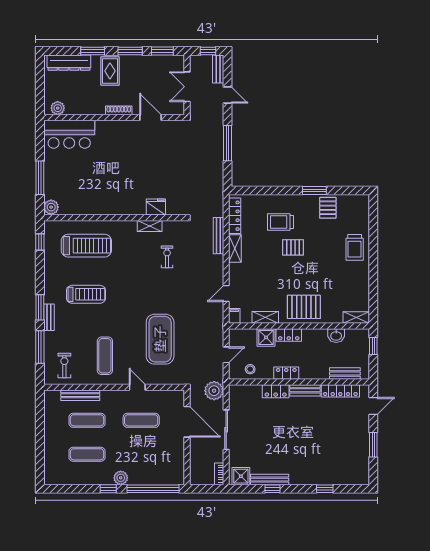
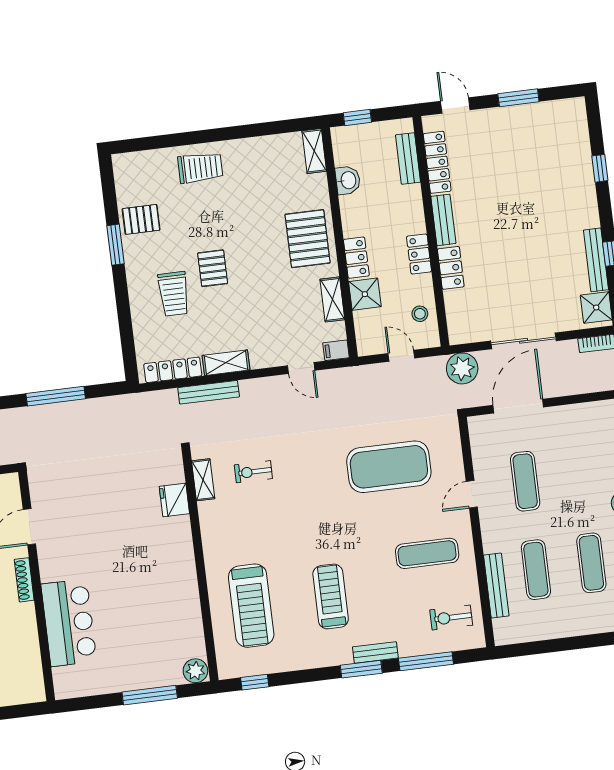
plant: (58, 108) -> (33, 680), removed
bar counter: (69, 134) -> (69, 623), moved
shelving: (150, 226) -> (203, 480), moved
treadmill: (86, 246) -> (251, 606), turned 180

